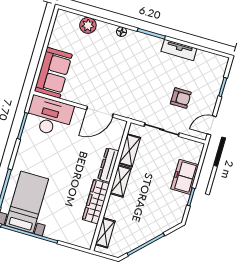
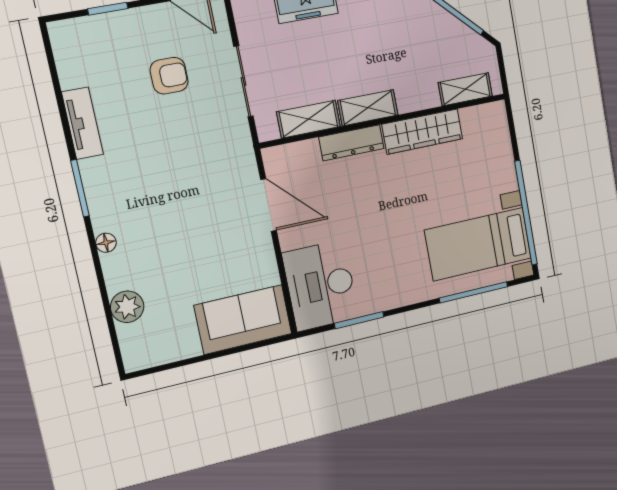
armchair: (181, 98) -> (169, 76), turned 90

